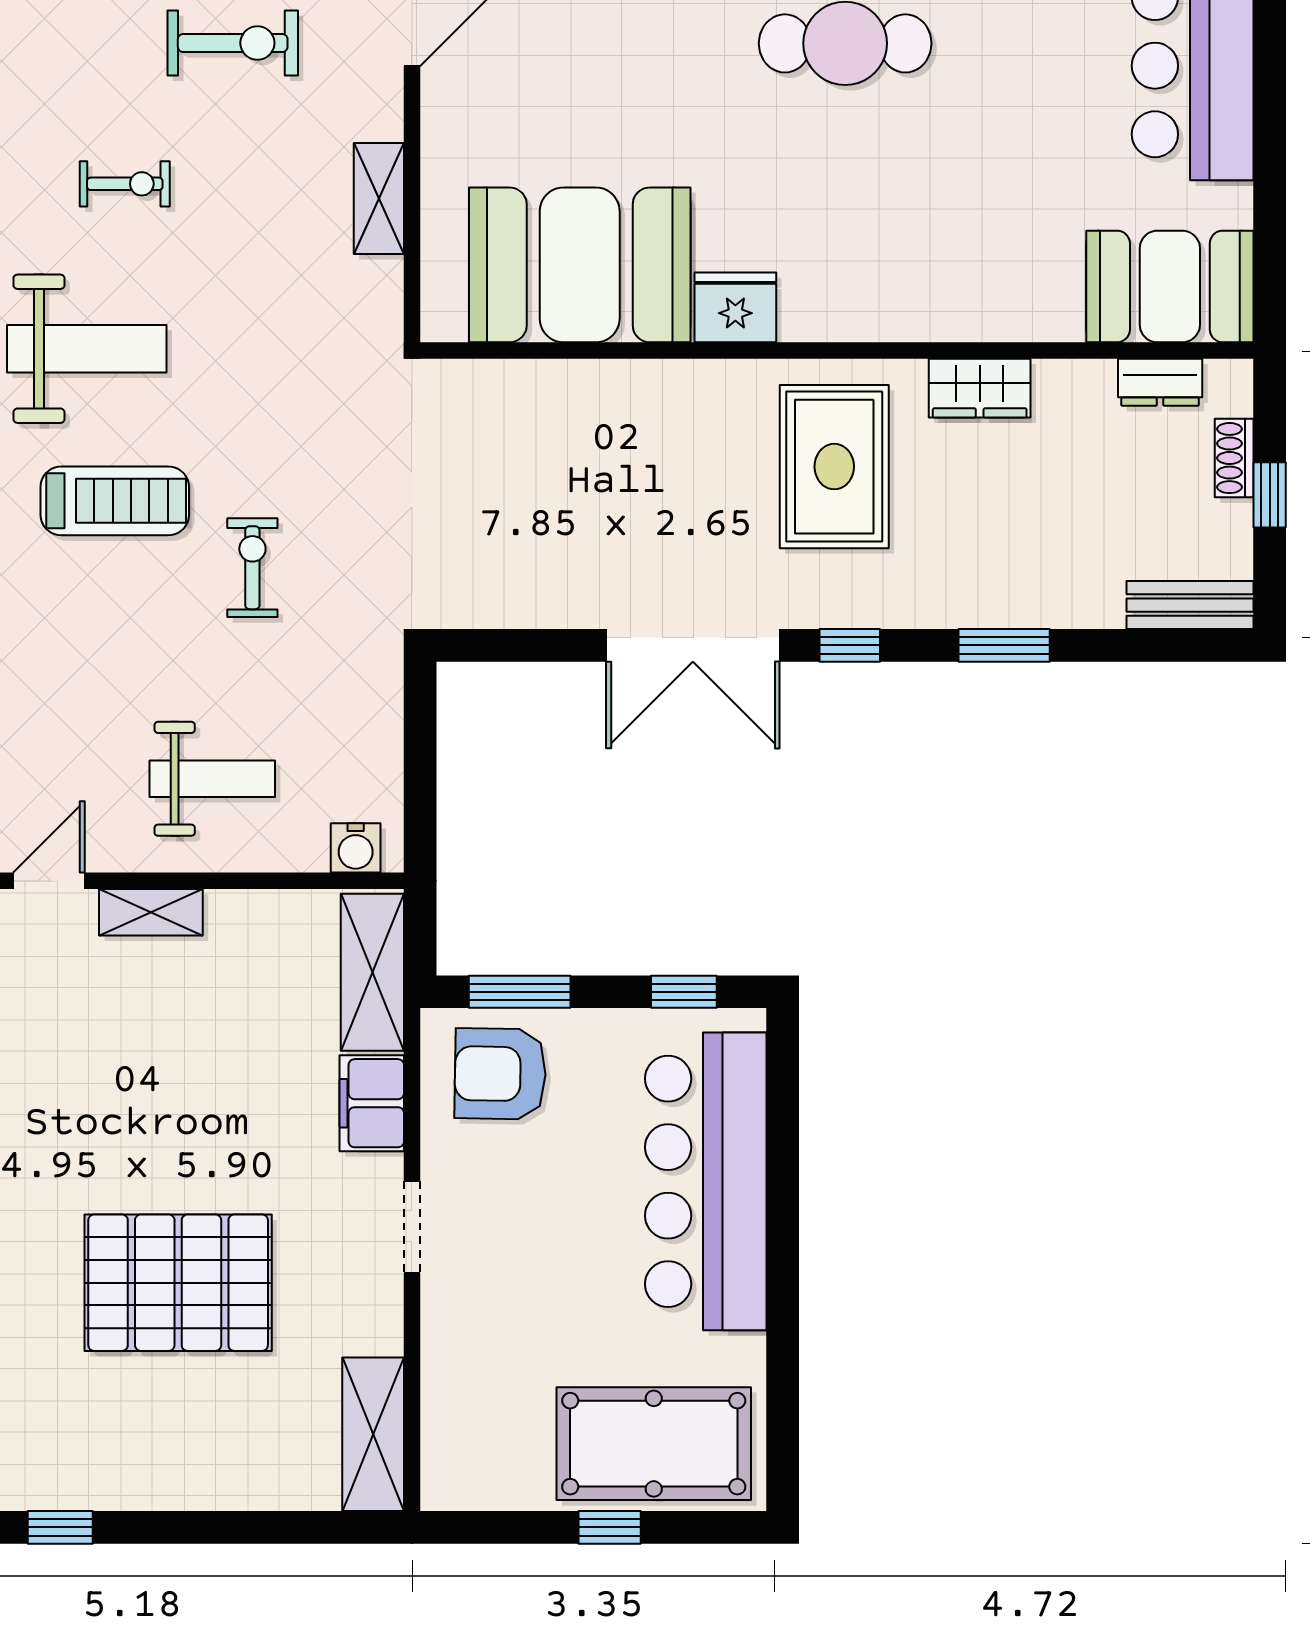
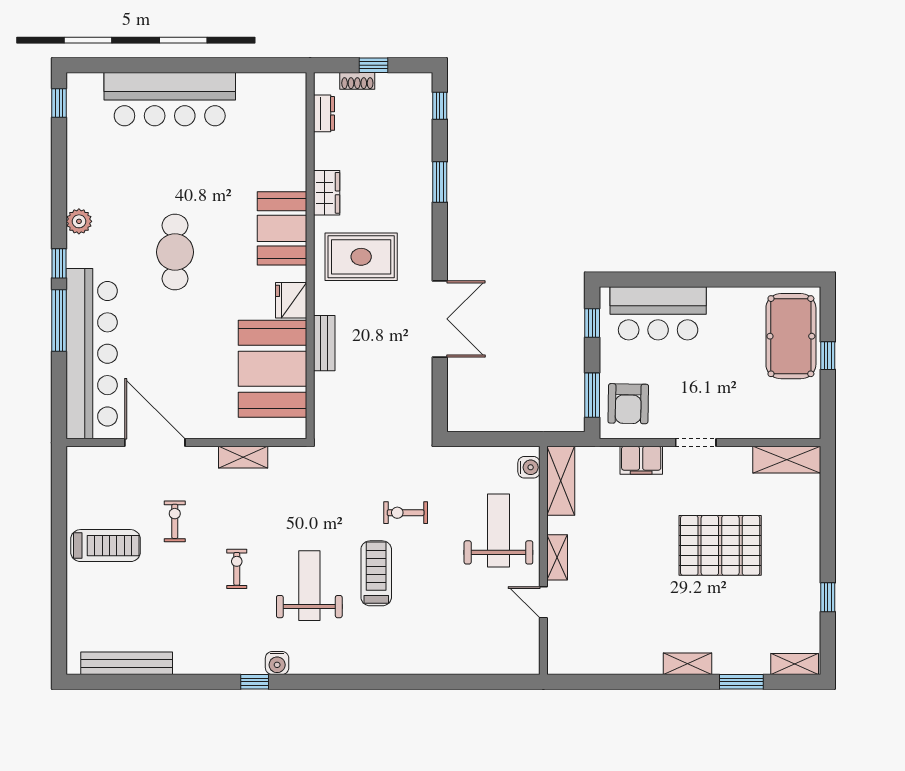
exercise bike: (233, 43) -> (175, 521), width x0.73, depth x0.72
booth: (1170, 286) -> (282, 228), moved
bench: (1190, 605) -> (324, 343), moved
window: (850, 645) -> (440, 106), moved
weight bench: (212, 779) -> (498, 530), width x1.36, depth x1.33
shelving: (372, 972) -> (561, 481), moved, turned 90
bar counter: (706, 1181) -> (658, 313), width x0.73
pallet: (178, 1283) -> (720, 545), turned 90

